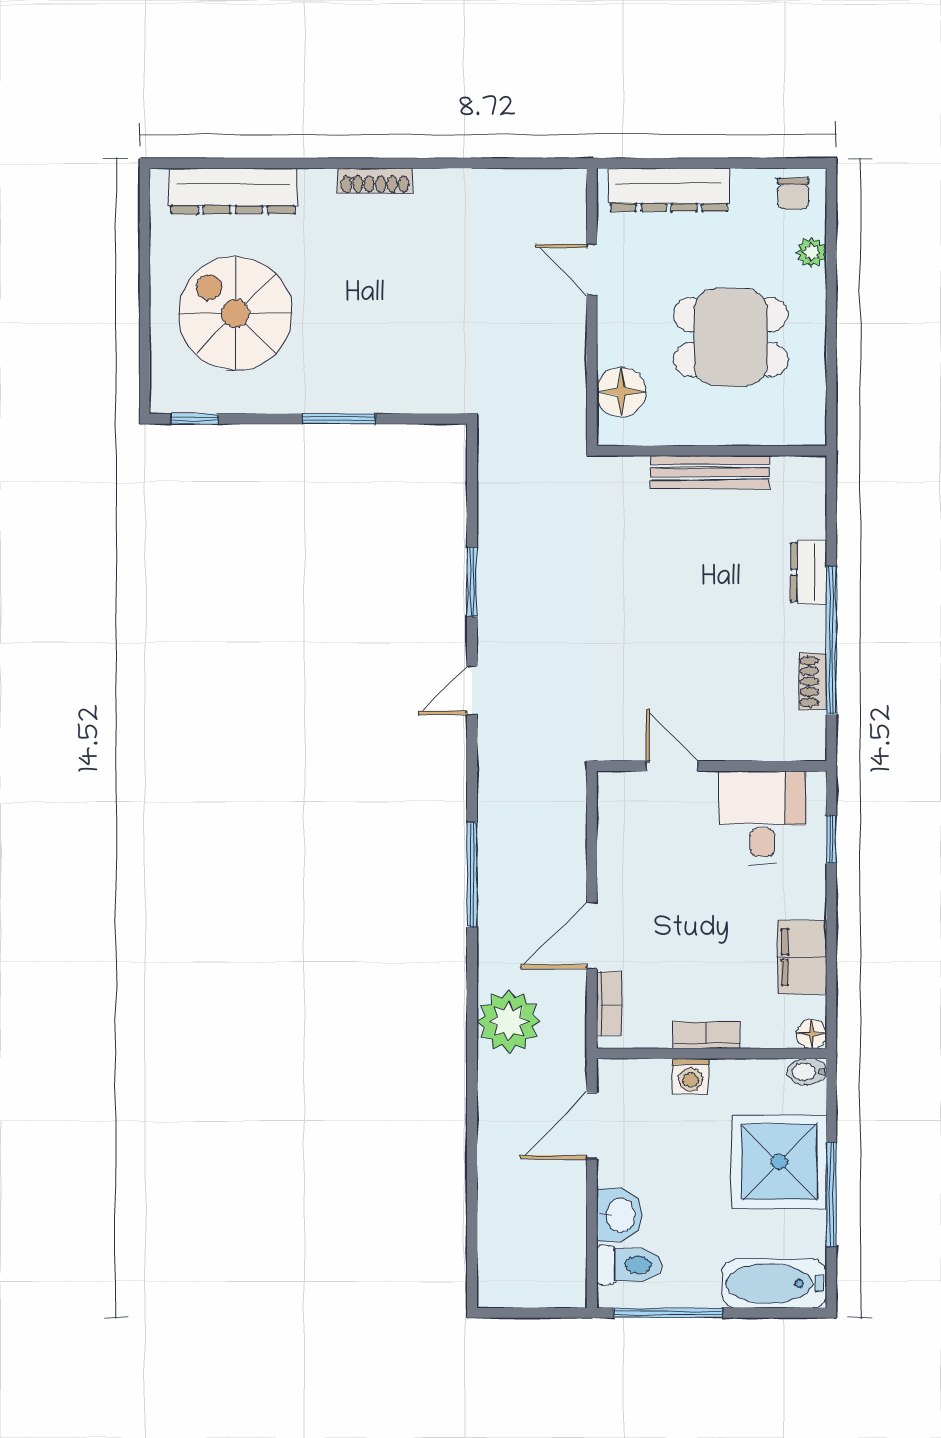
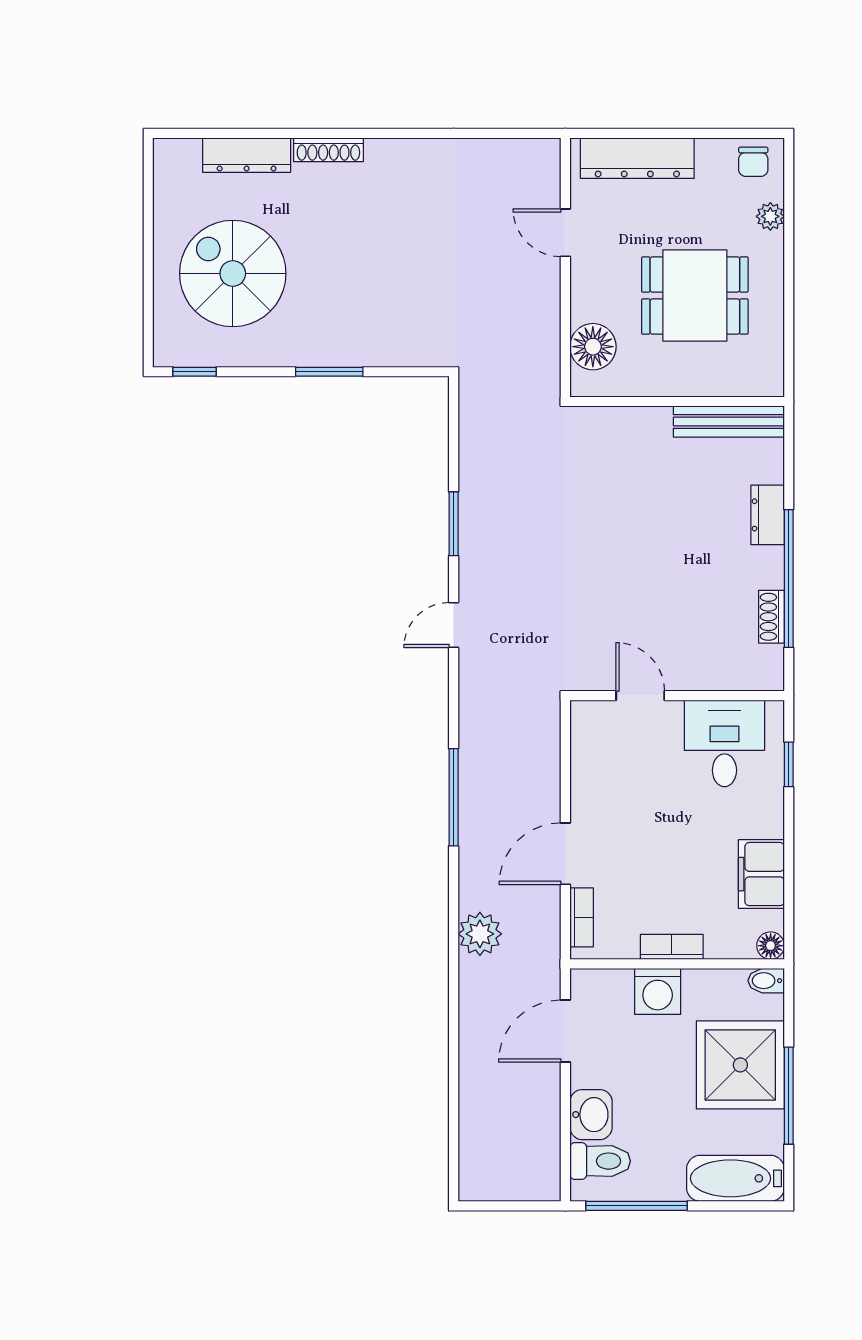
shoe rack: (375, 181) -> (328, 150), moved
dresser: (233, 191) -> (247, 155), width x0.73, depth x0.80
bench: (710, 472) -> (729, 422), moved
plant: (509, 1021) -> (480, 934), width x0.73, depth x0.73
washing machine: (691, 1076) -> (658, 991), width x1.38, depth x1.38

